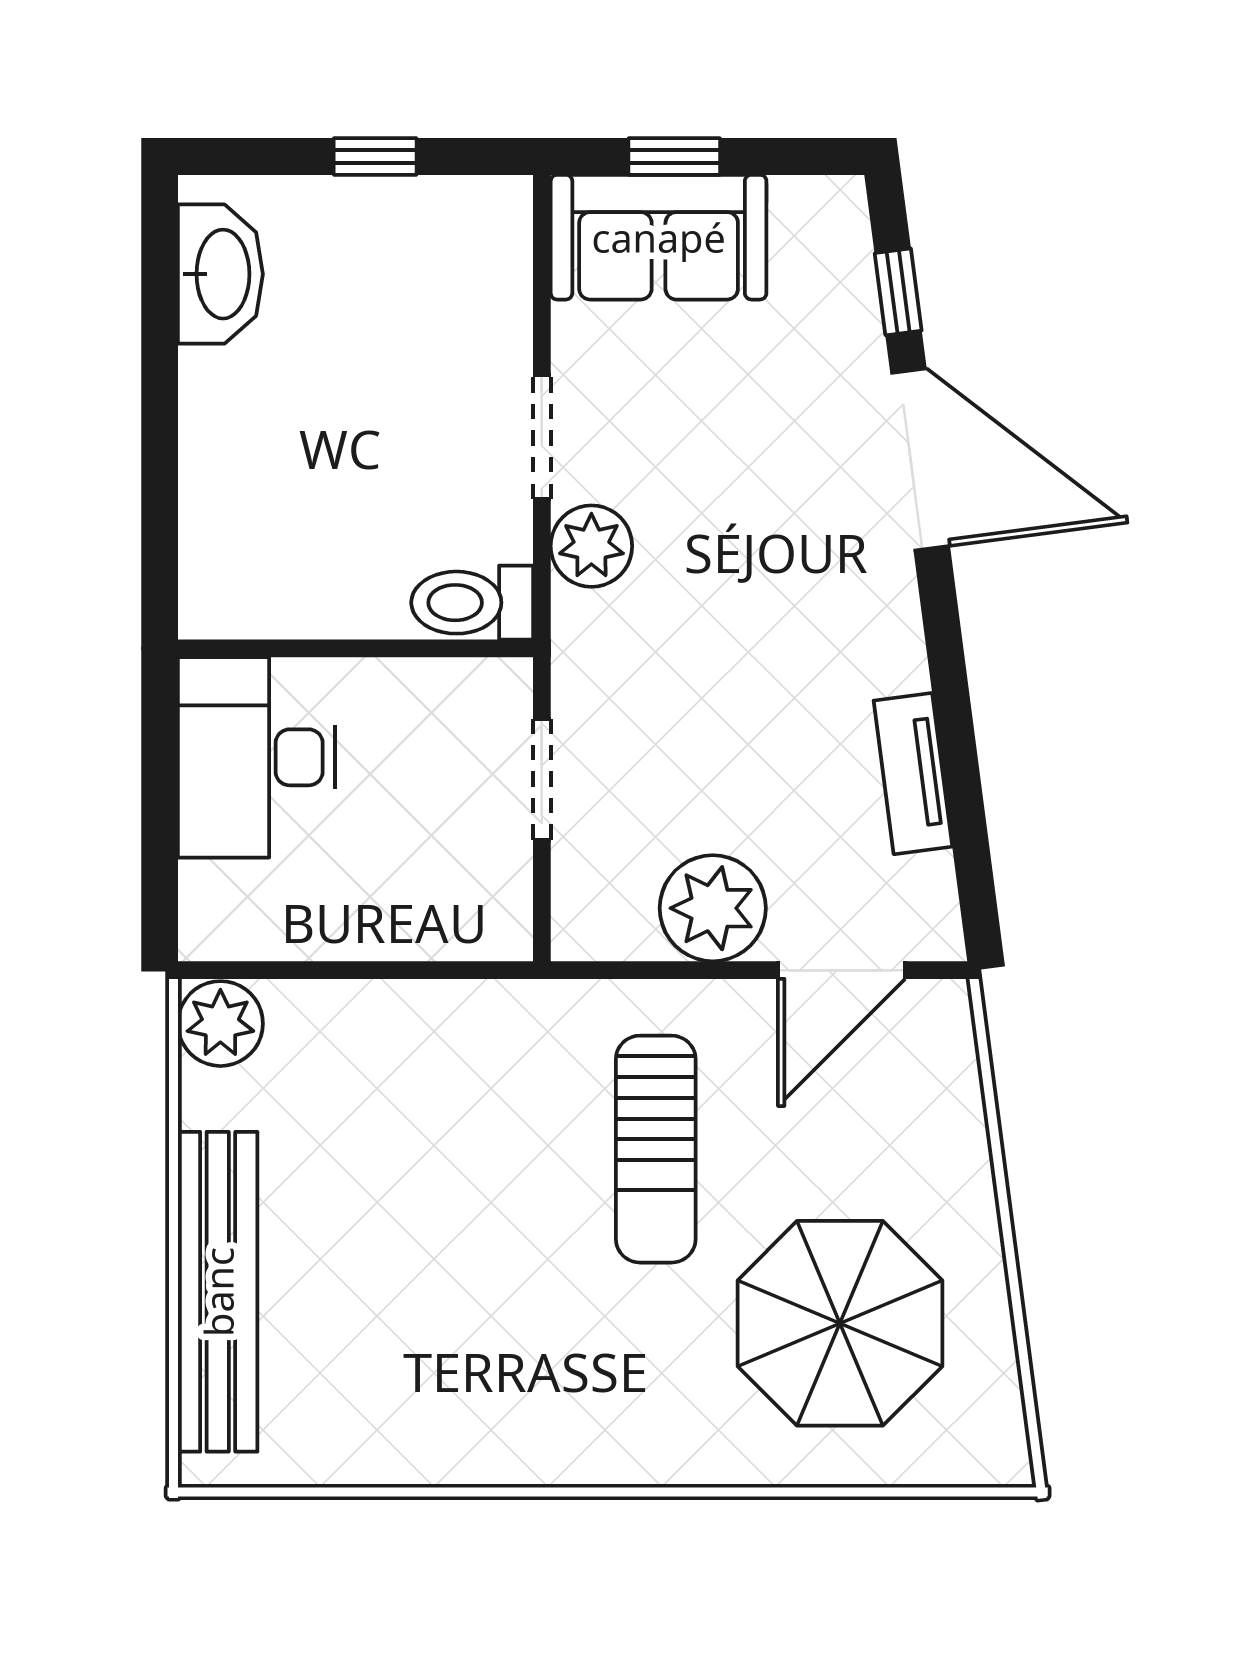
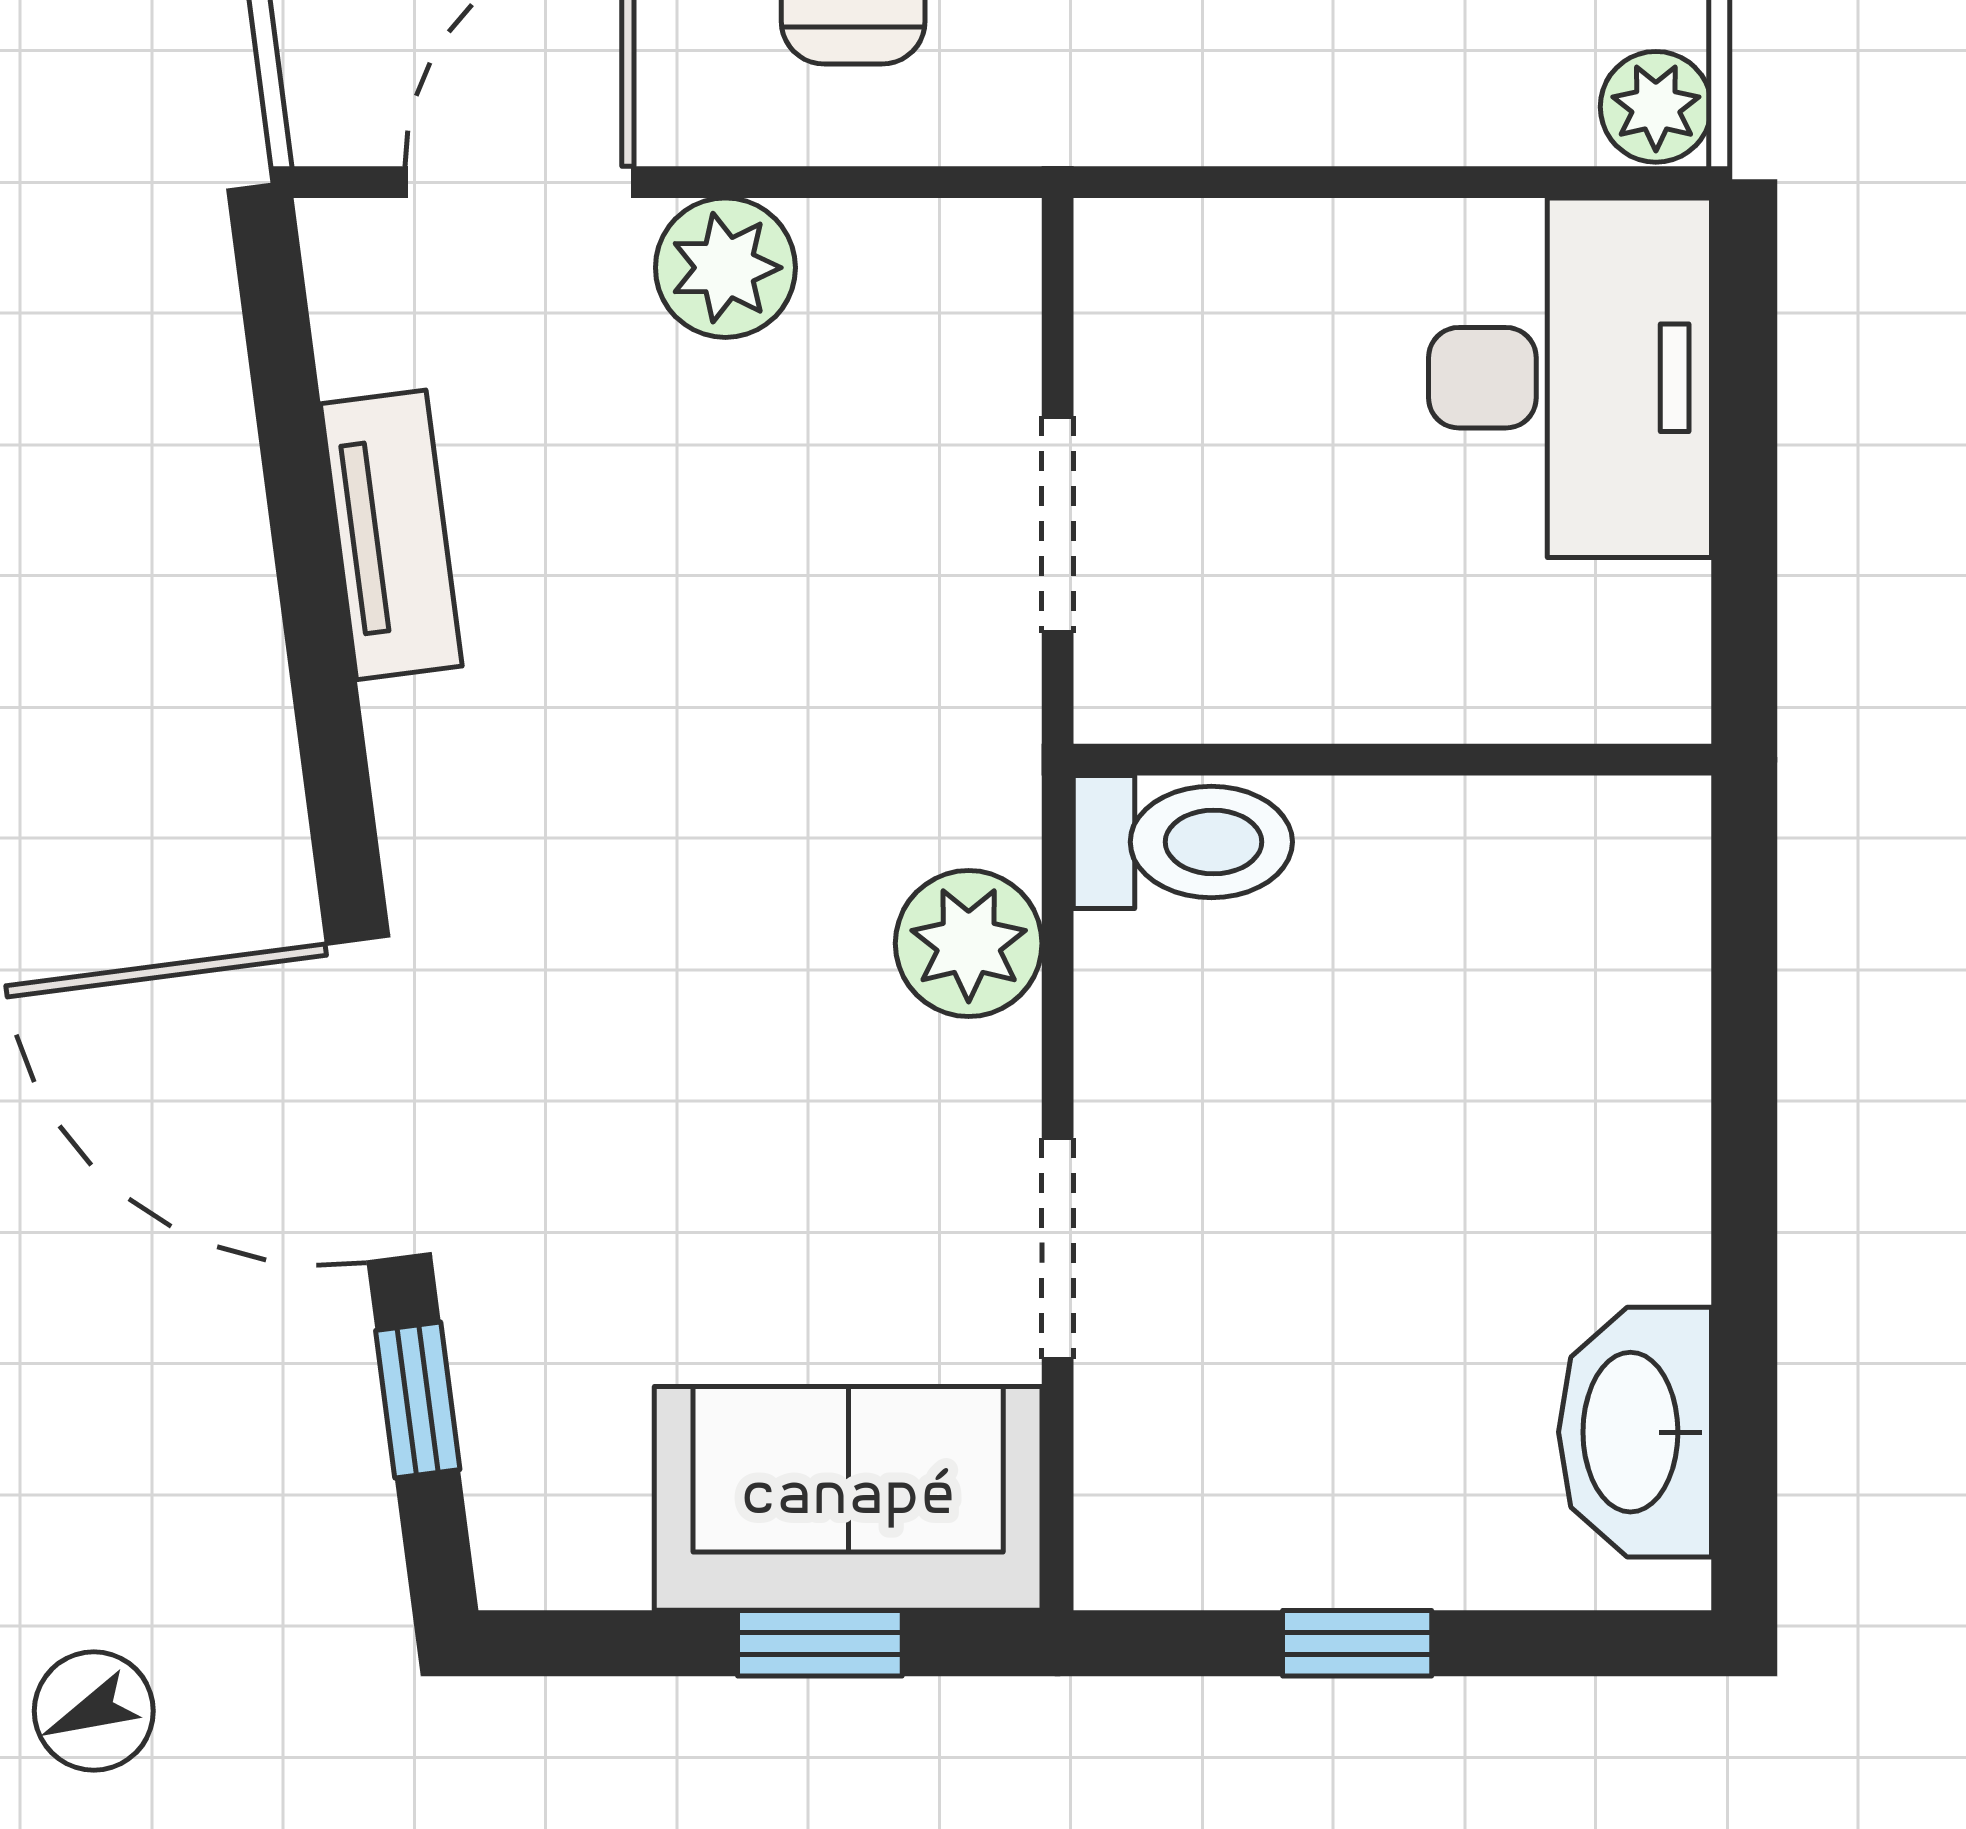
doorway: (542, 437) -> (1058, 1248), moved
desk: (257, 757) -> (1570, 378), moved
plant: (713, 908) -> (725, 268), width x0.73, depth x0.73
plant: (220, 1024) -> (1656, 107), width x0.73, depth x0.73

